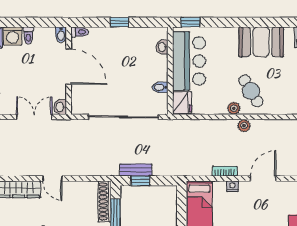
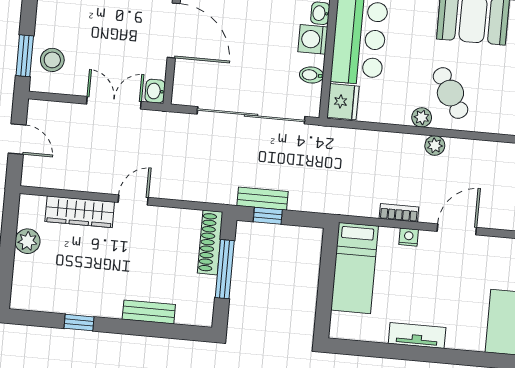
washing machine: (159, 64) -> (313, 39), added
door: (52, 178) -> (133, 200), swing flipped

